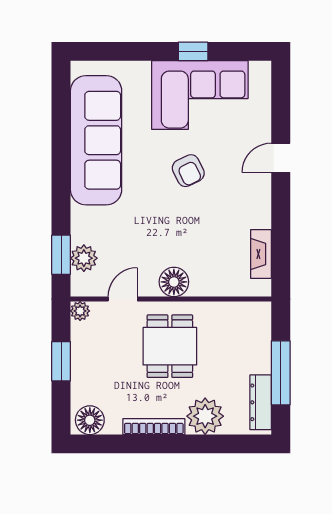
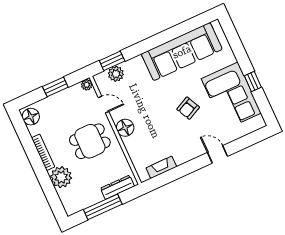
dresser: (261, 402) -> (117, 187), moved

